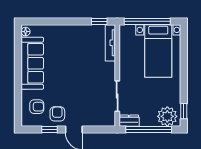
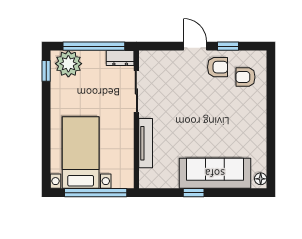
window: (99, 21) -> (194, 193), moved
tv unit: (110, 43) -> (146, 143), moved
sofa: (32, 63) -> (215, 173), moved, turned 90
armchair: (57, 114) -> (218, 67), turned -90

